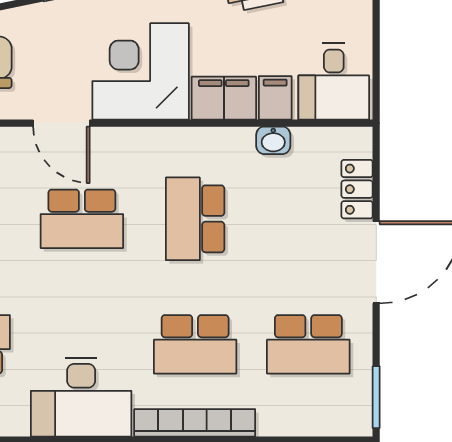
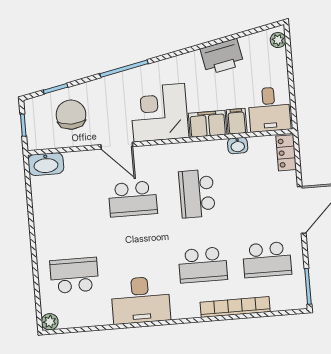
locker: (357, 189) -> (286, 153), moved
bookcase: (195, 423) -> (235, 307), moved

